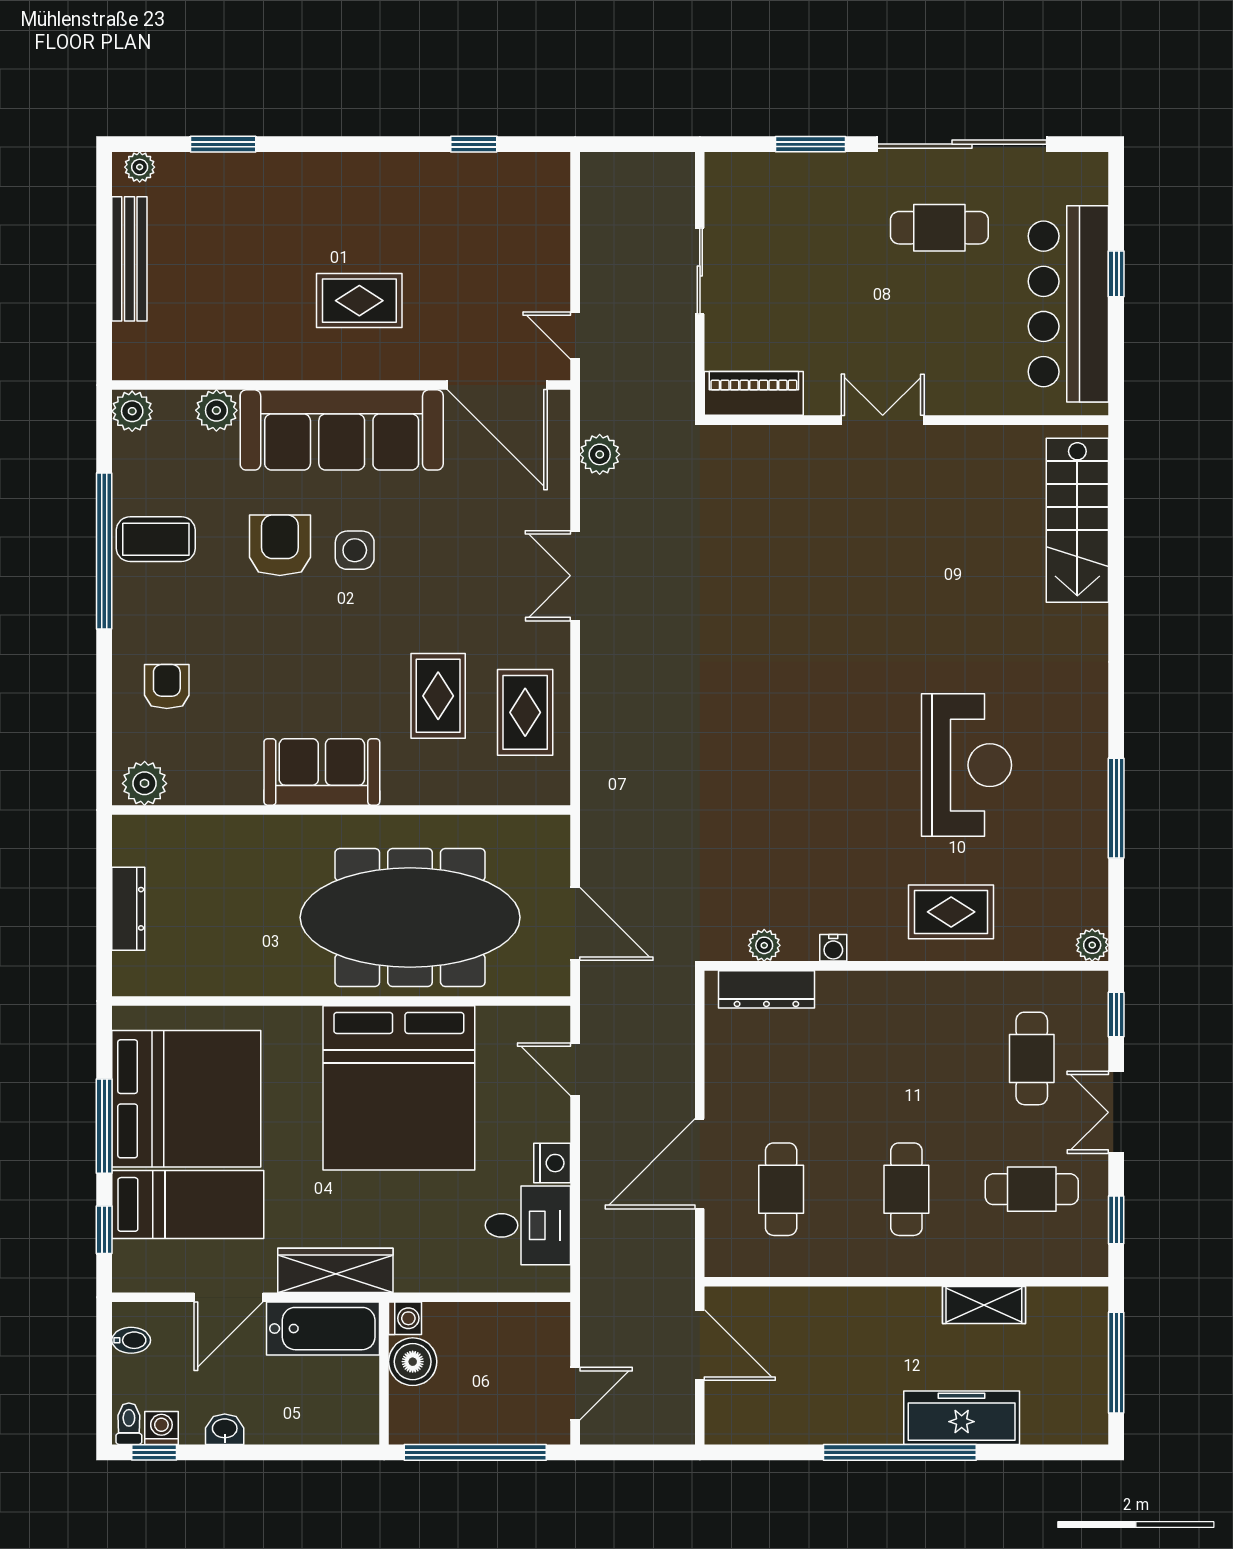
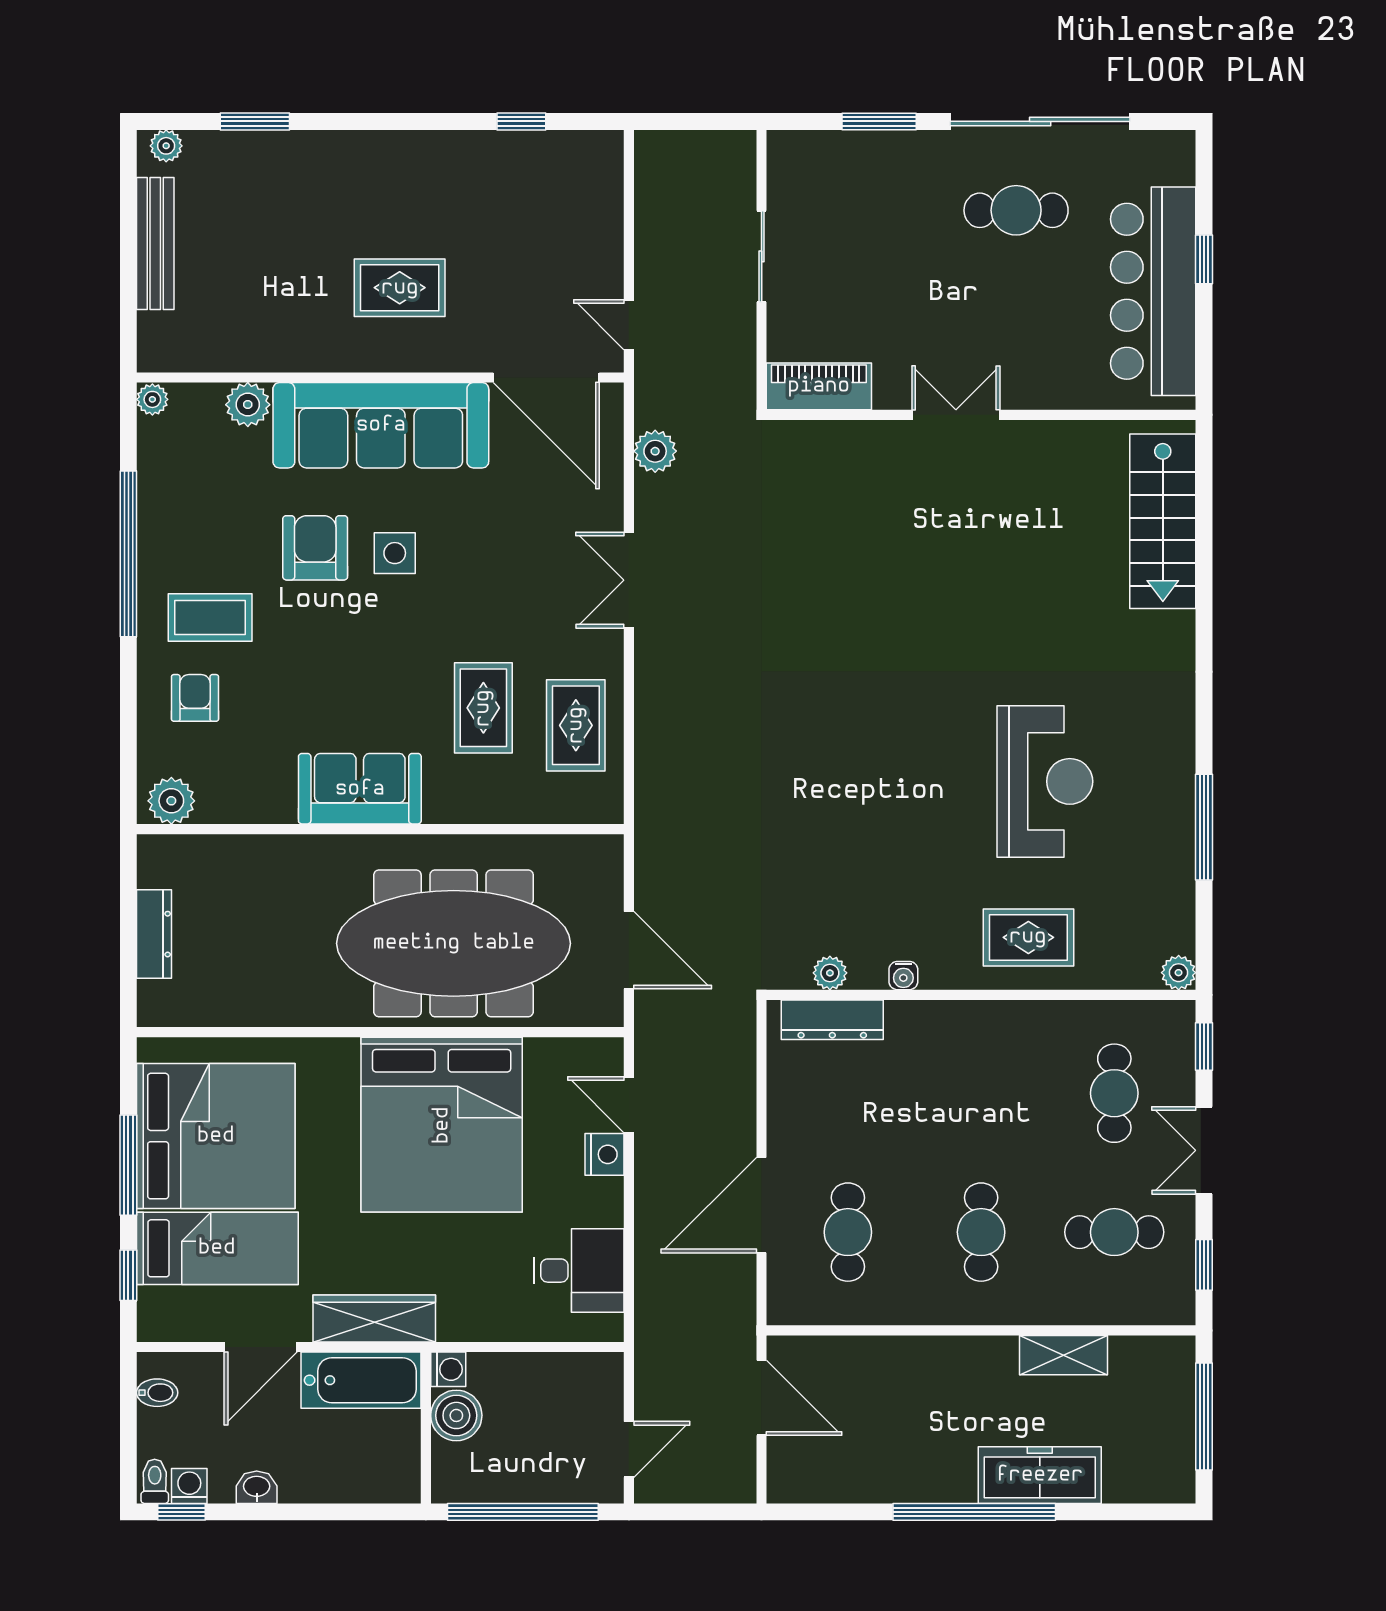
plant: (132, 411) -> (152, 399), width x0.73, depth x0.73
coffee table: (156, 539) -> (210, 617), moved
nightstand: (552, 1163) -> (605, 1154), moved

